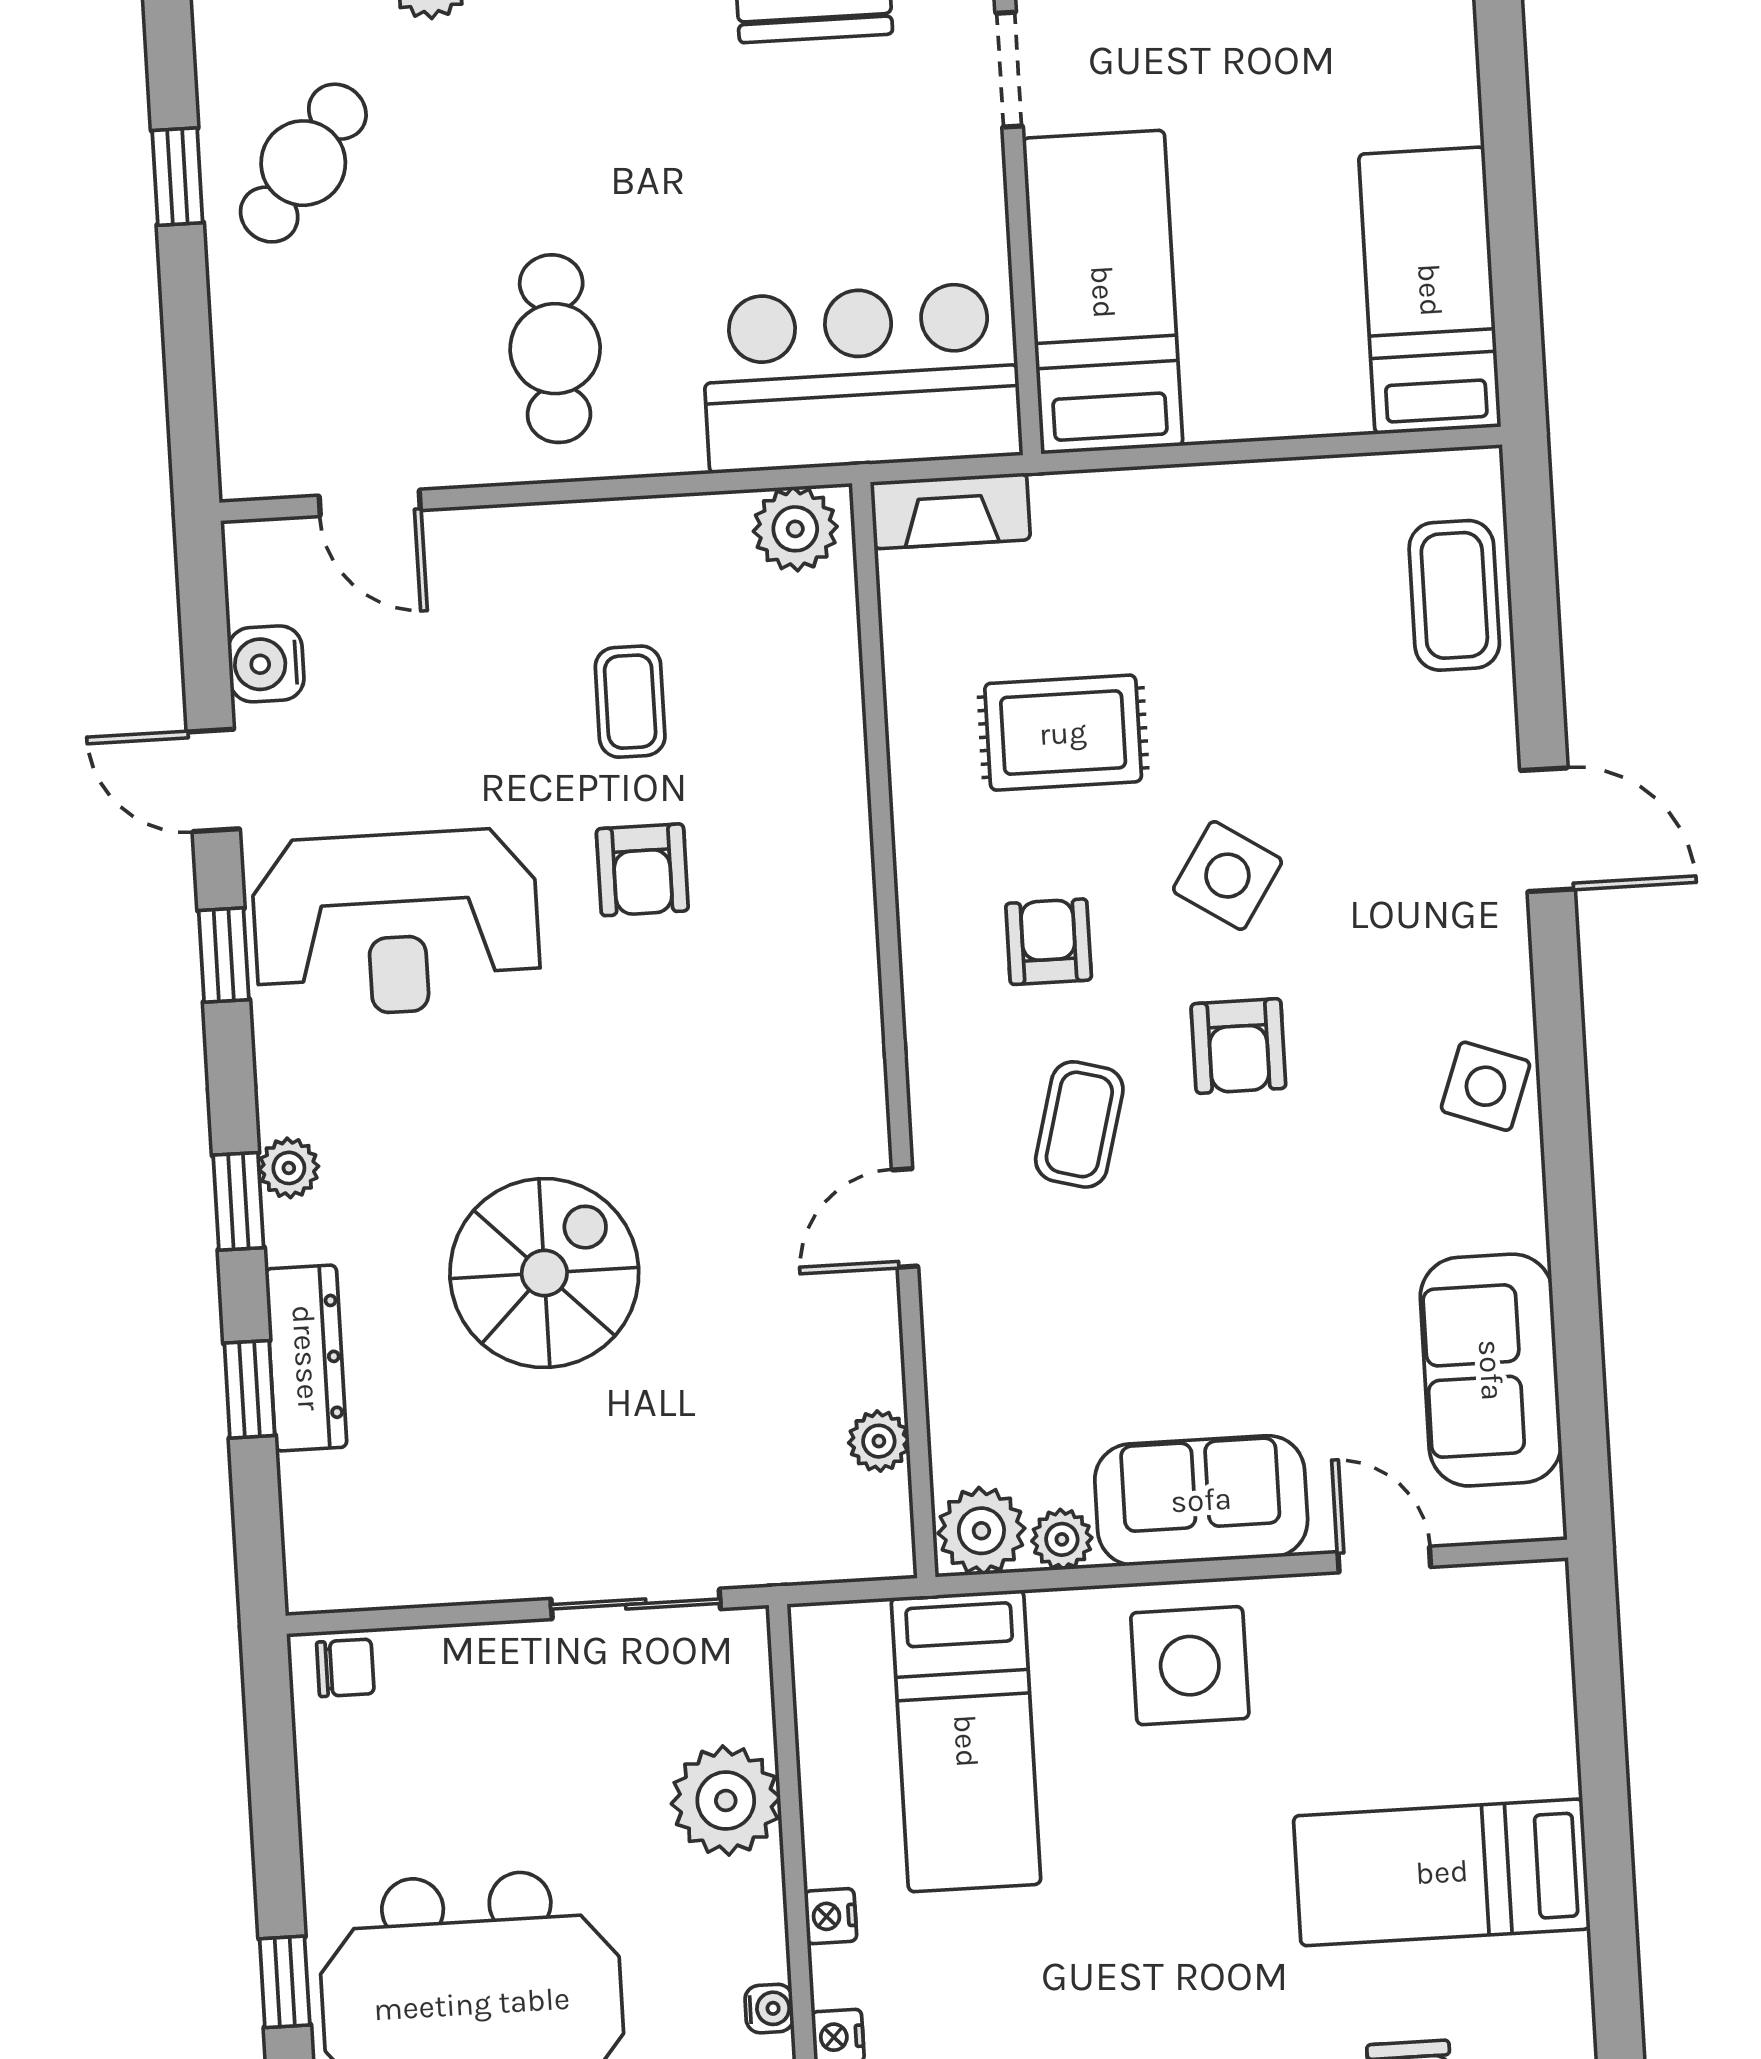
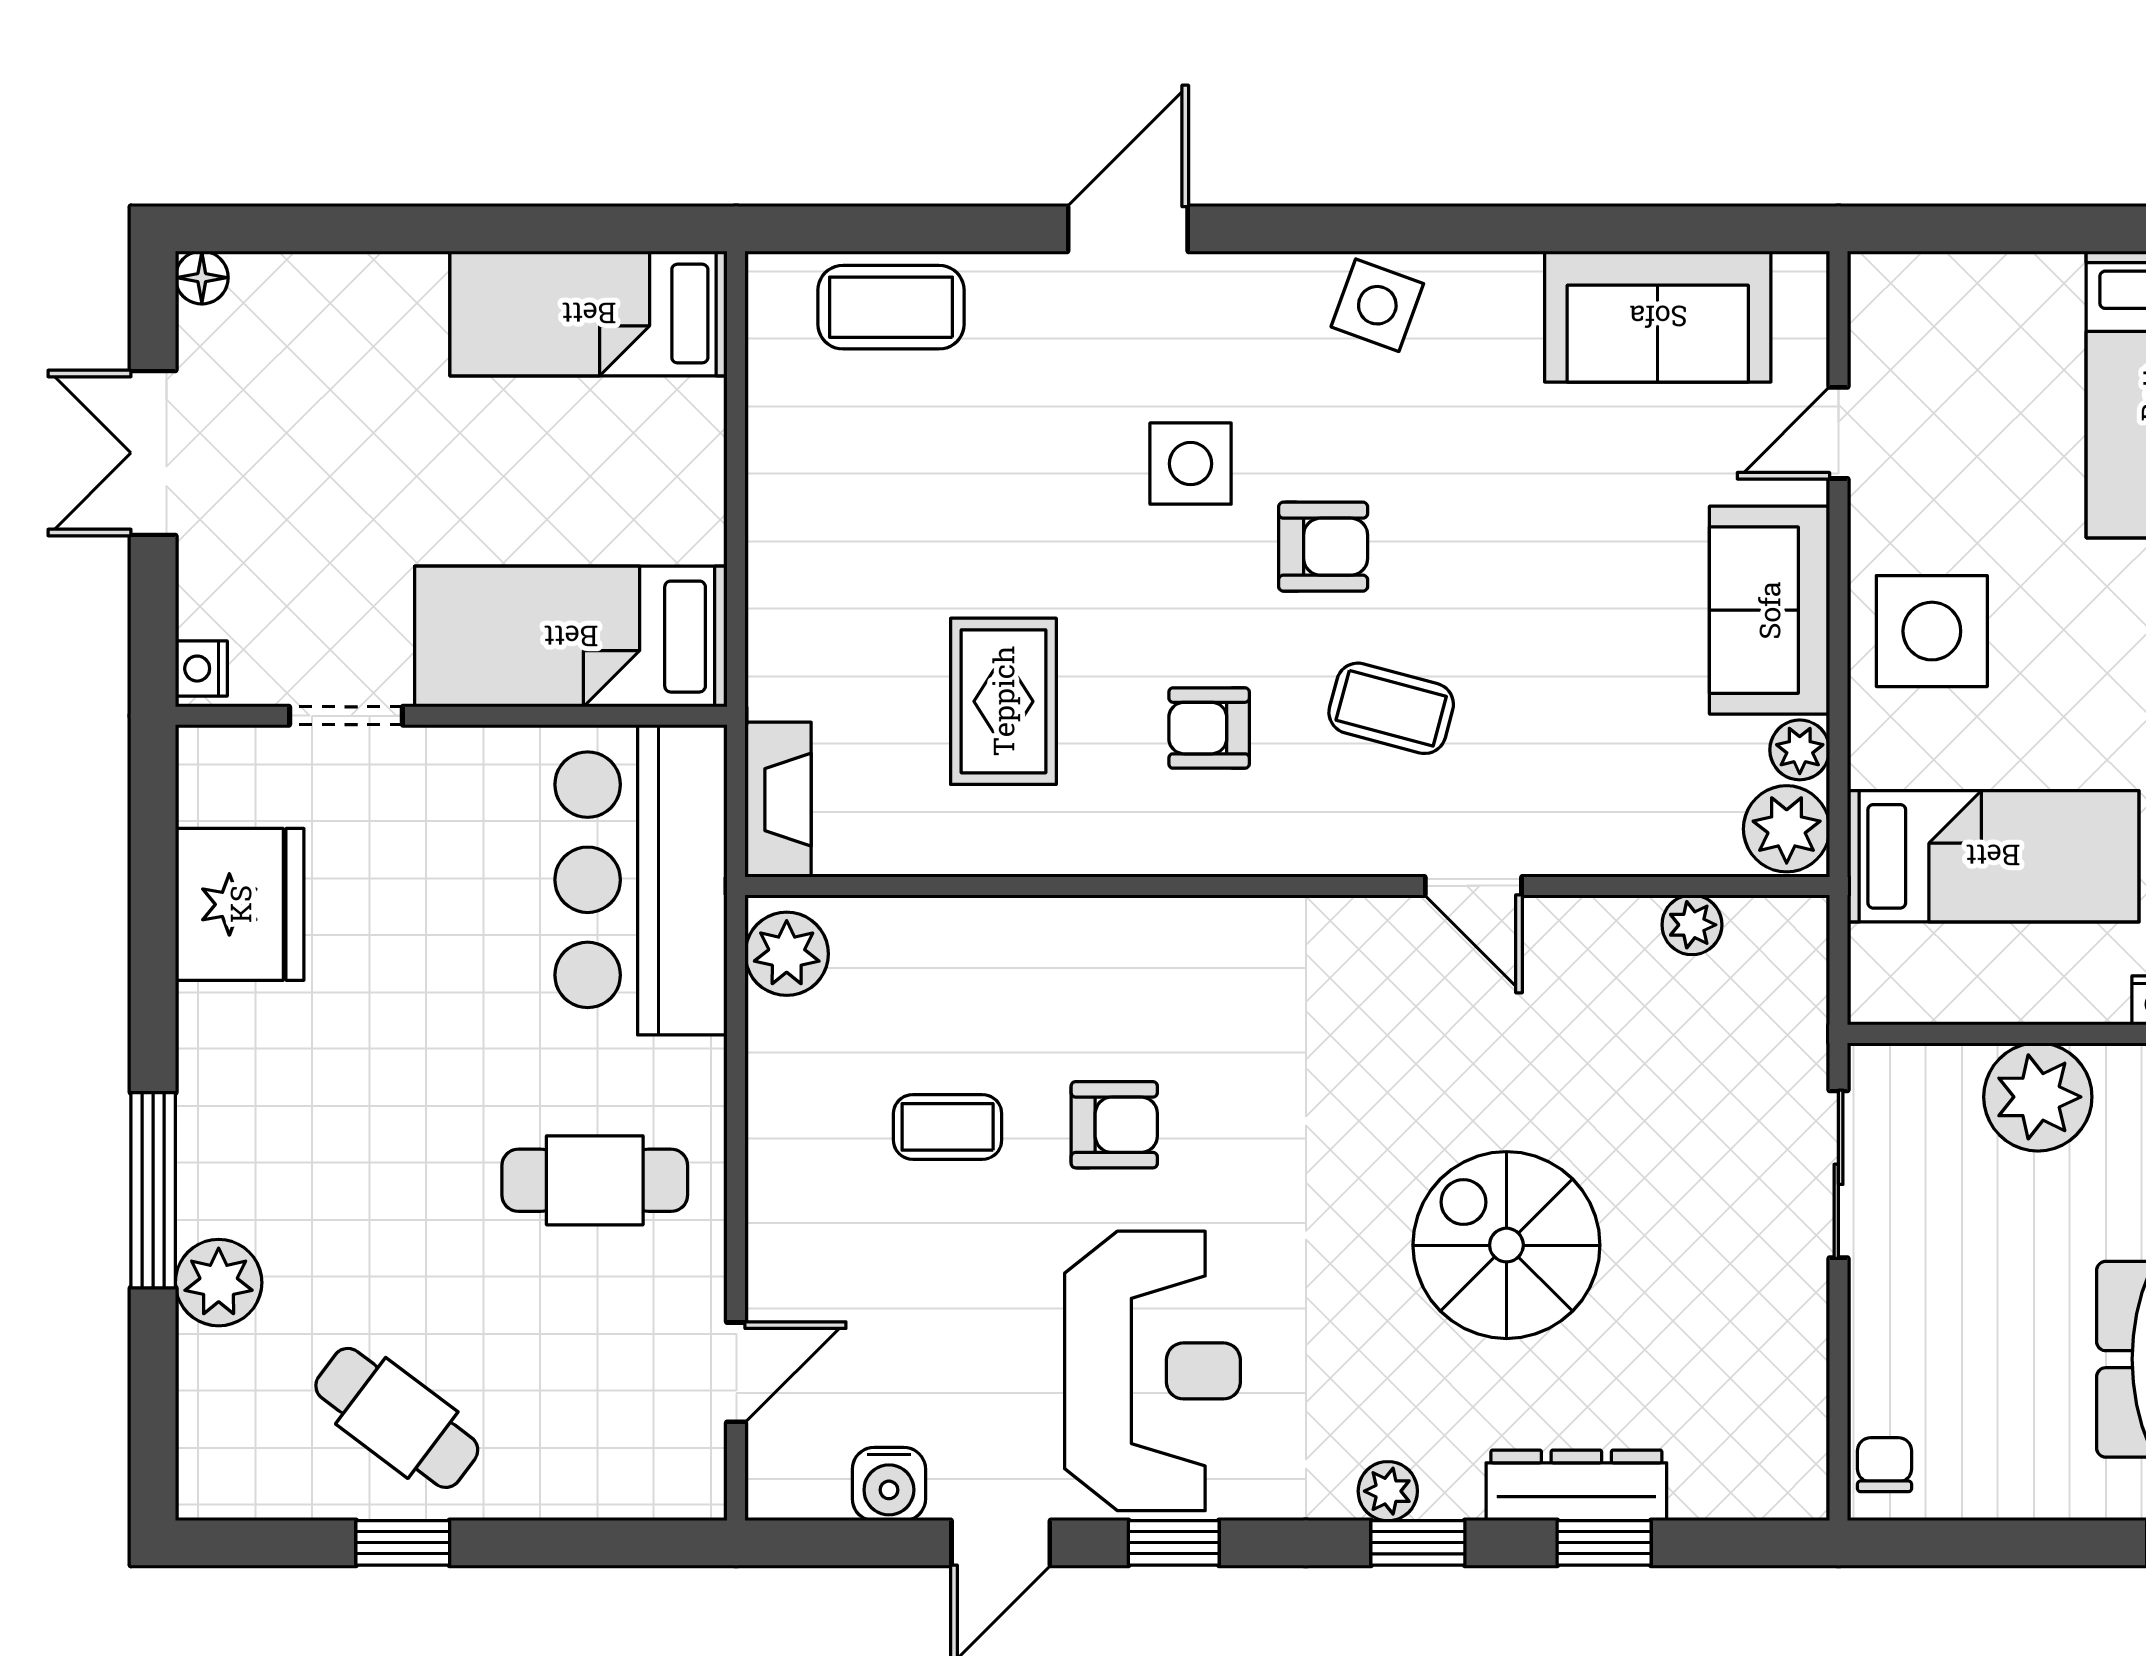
side table: (1227, 876) -> (1191, 464), moved, turned -33

